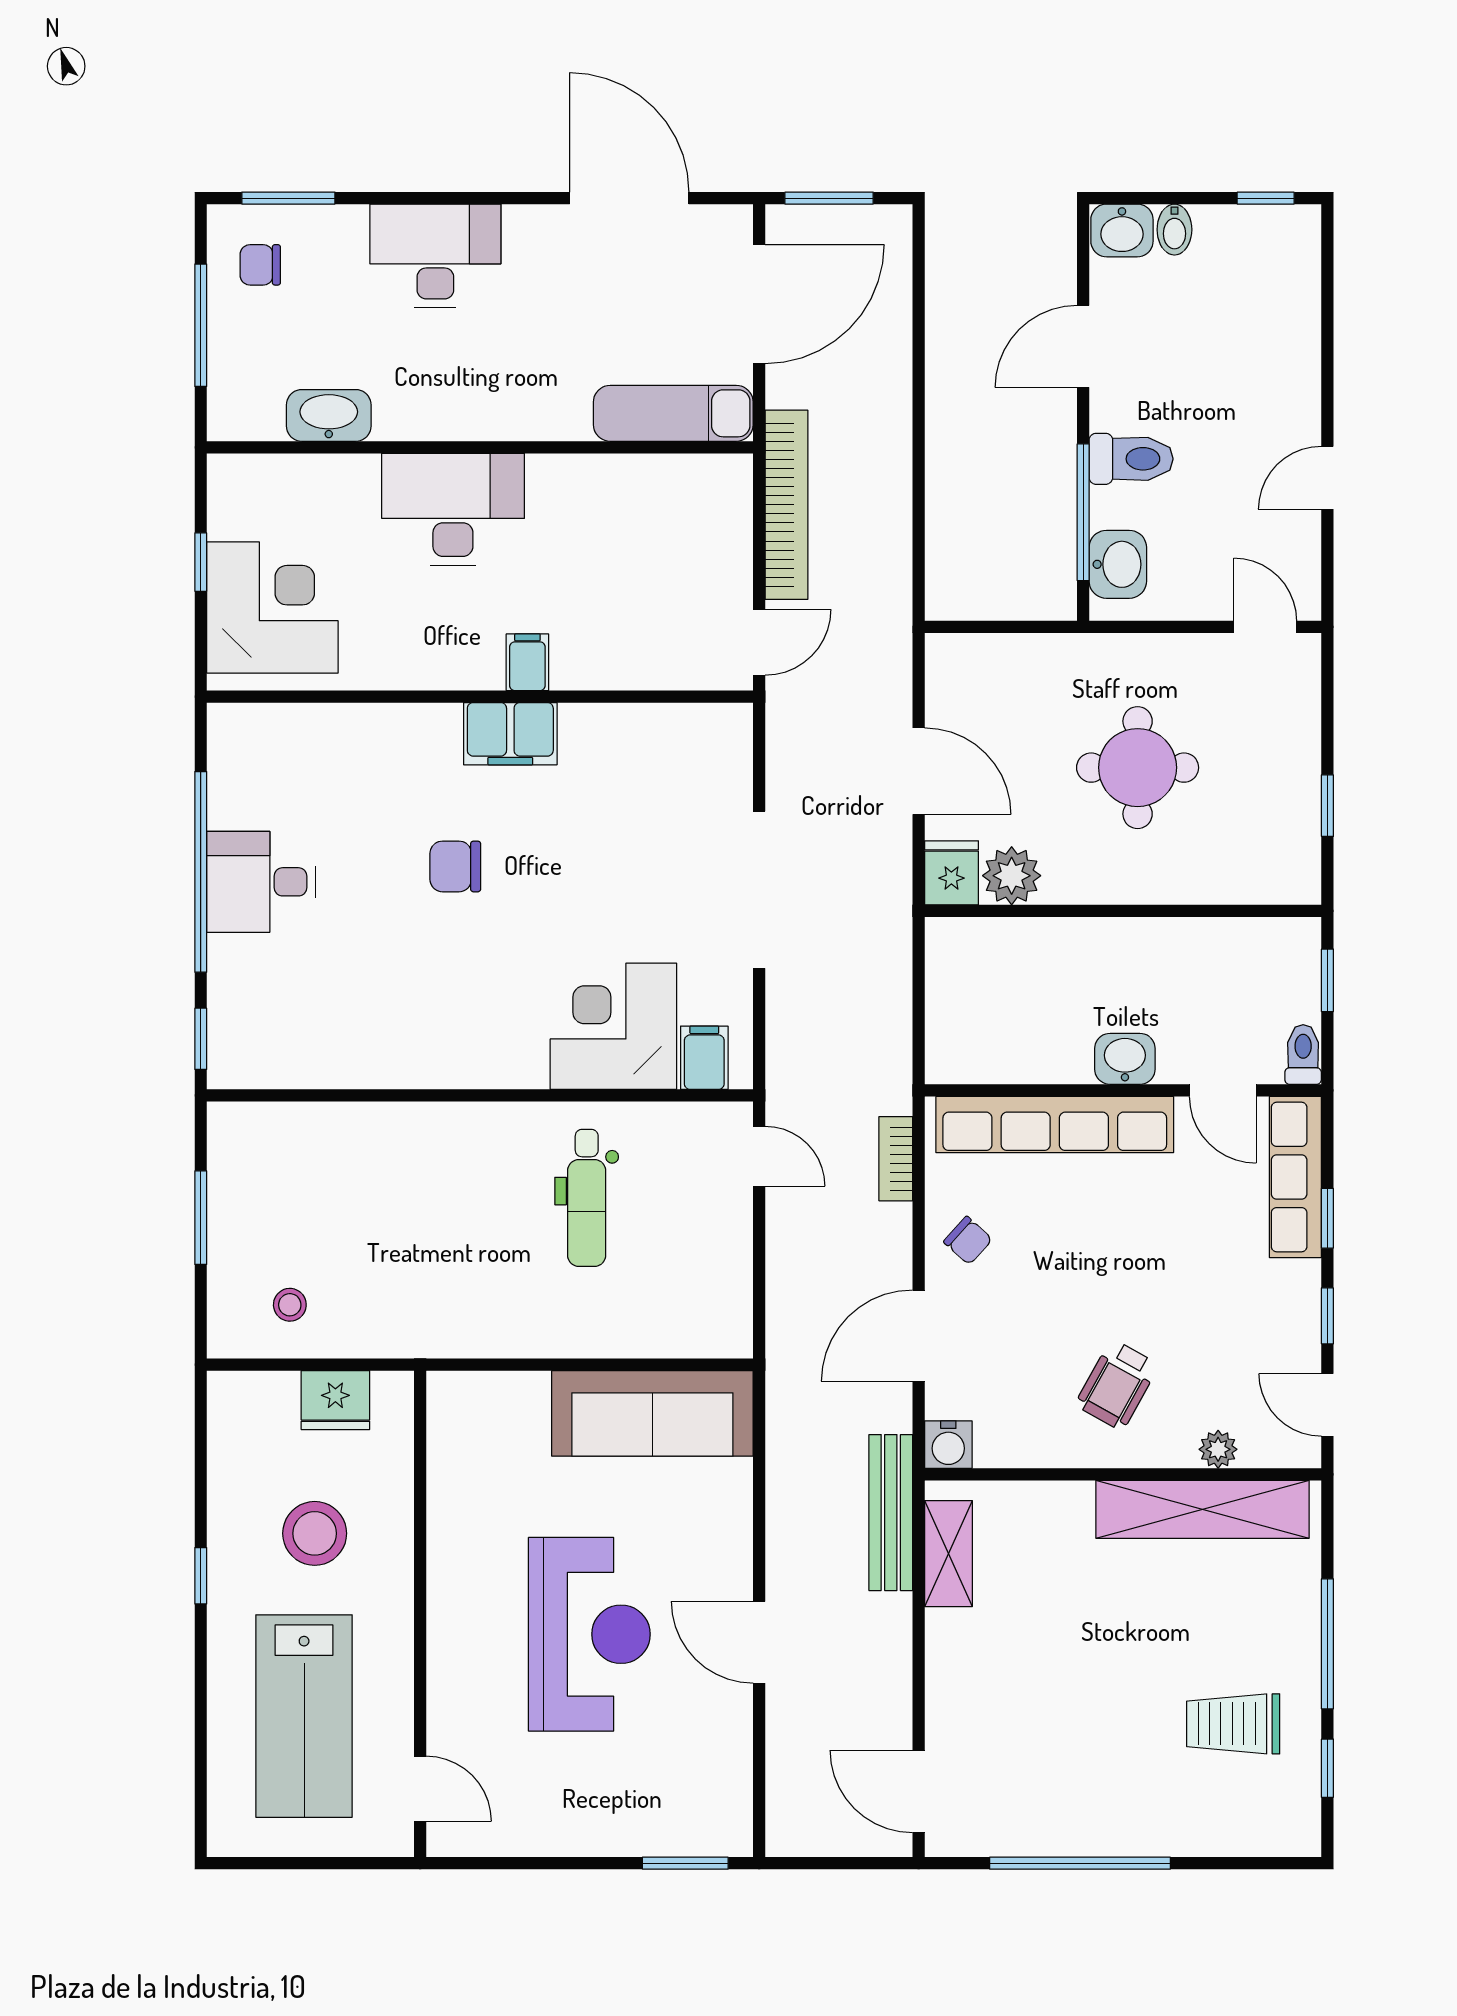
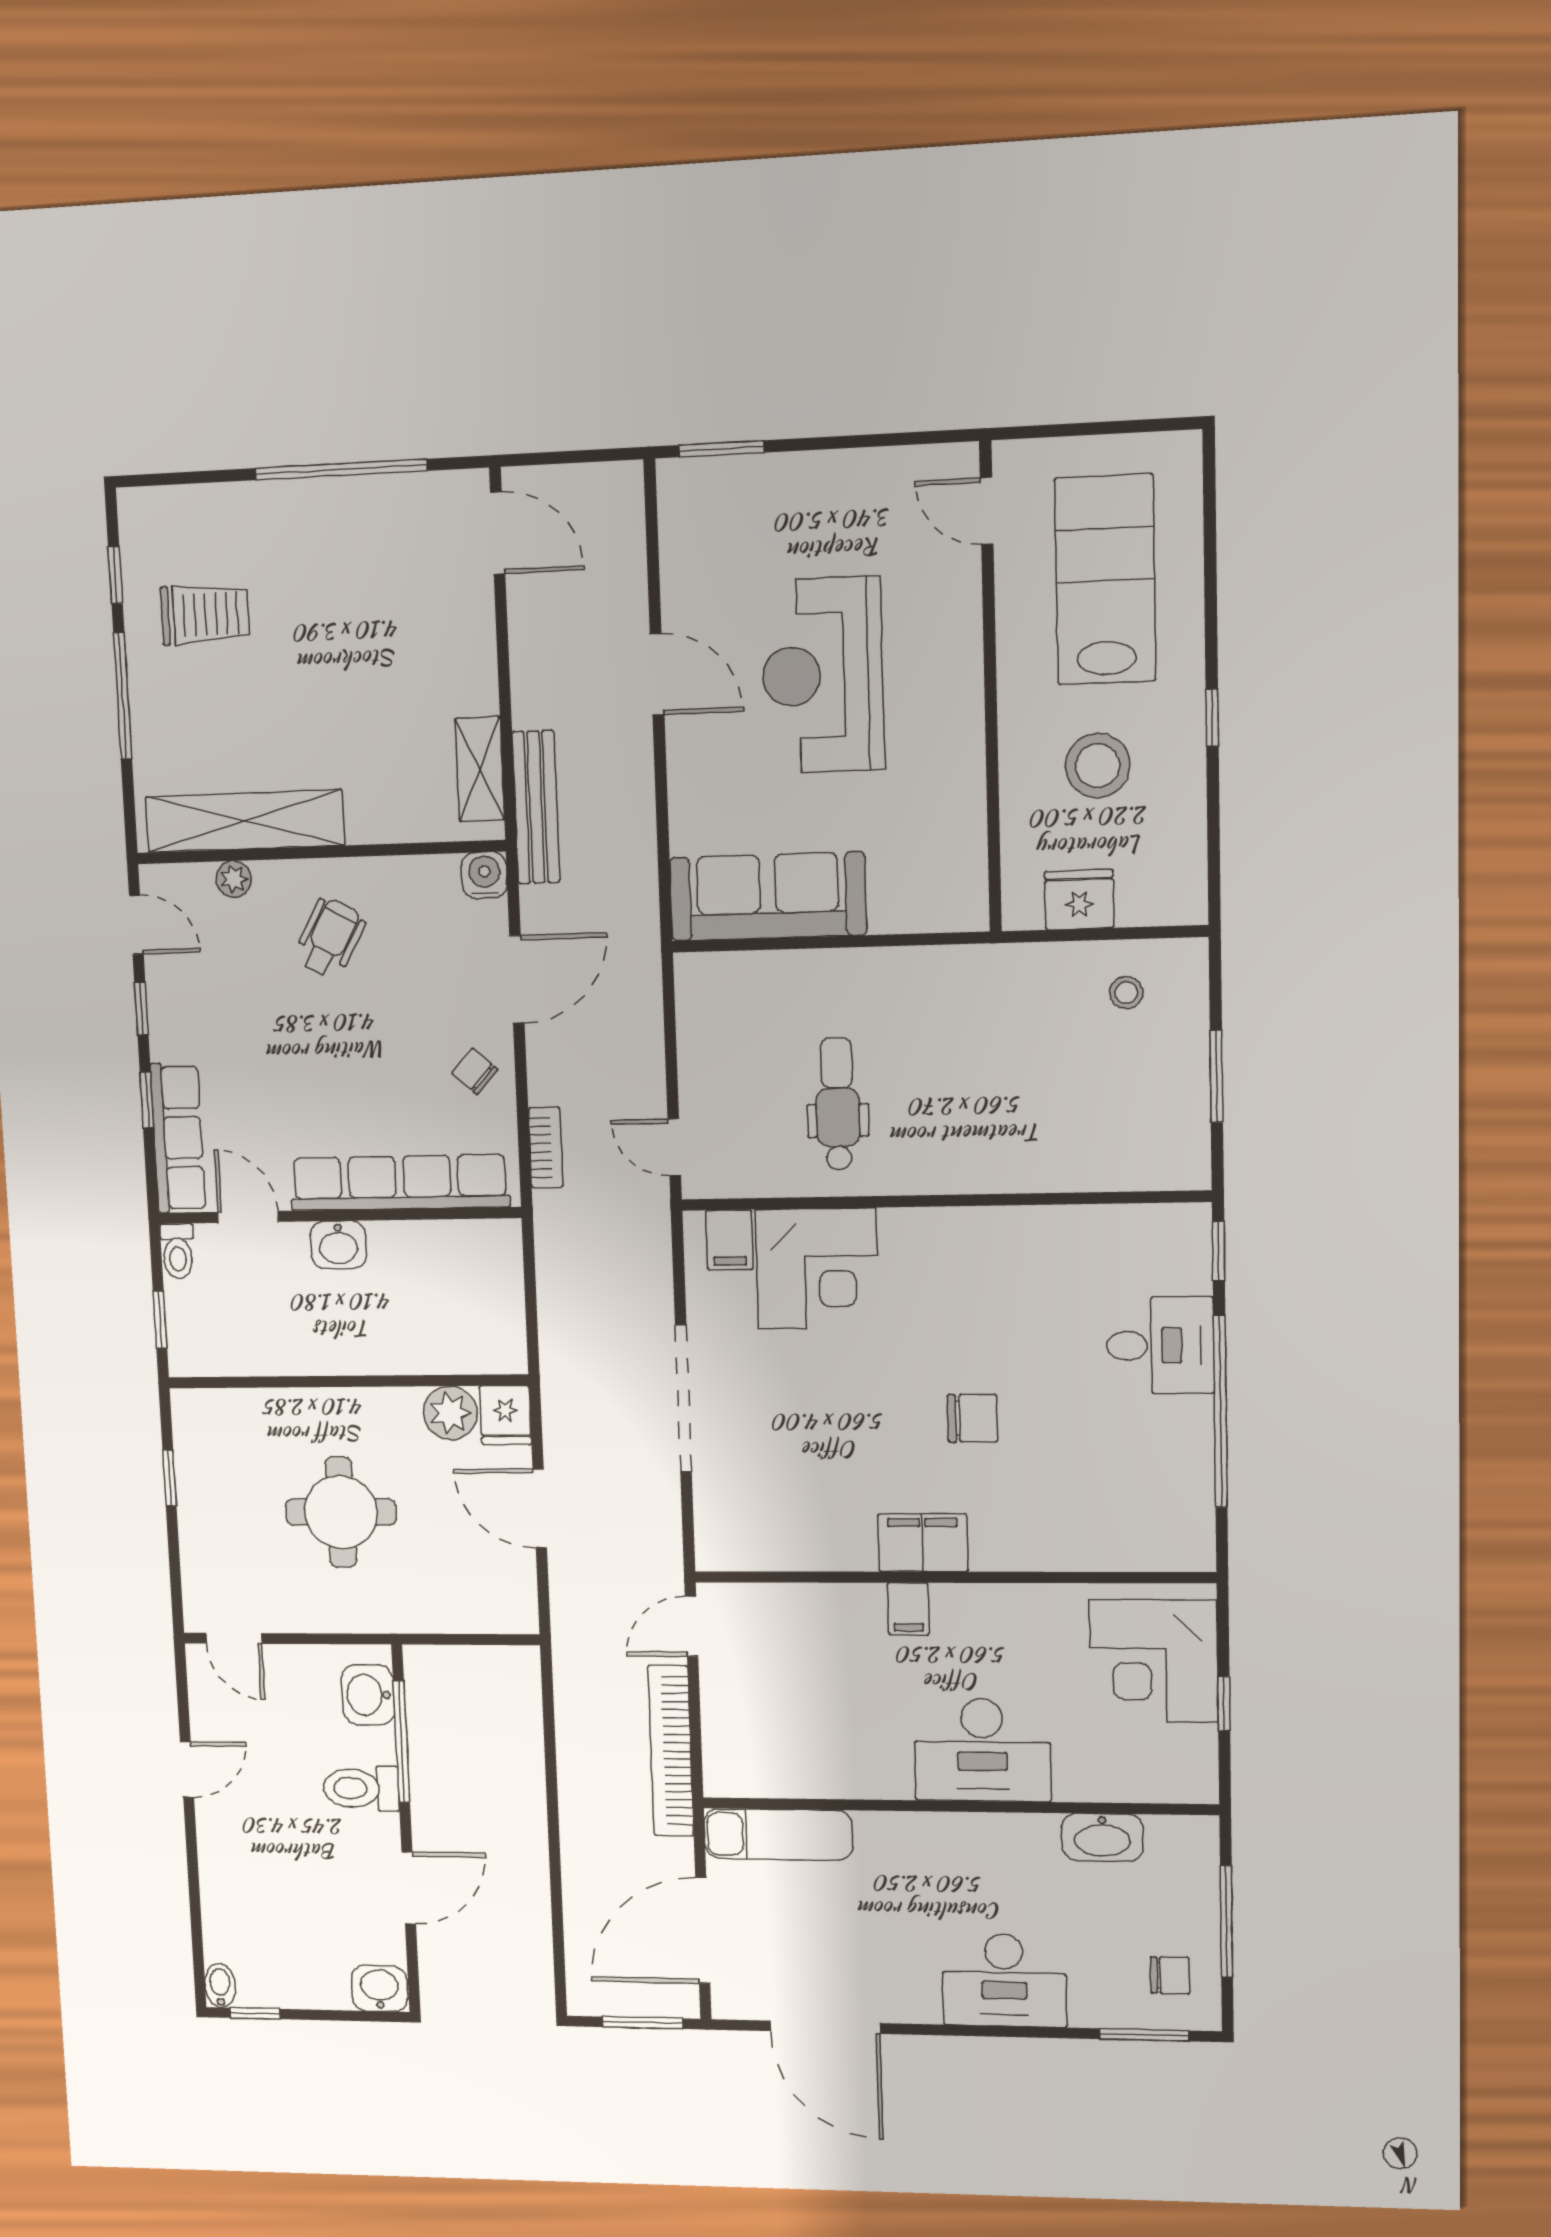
bidet: (1174, 230) -> (220, 1986), moved
desk: (261, 882) -> (1160, 1345), moved

